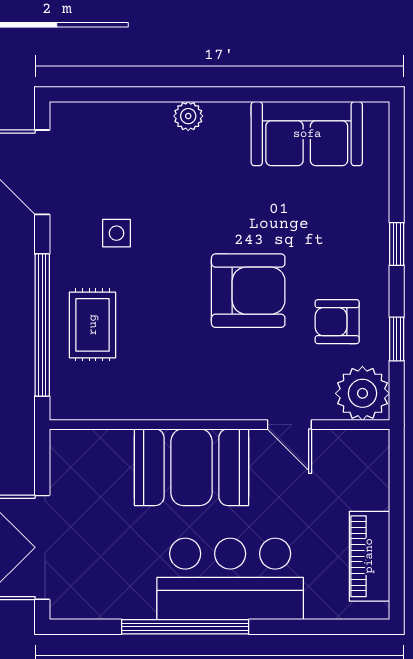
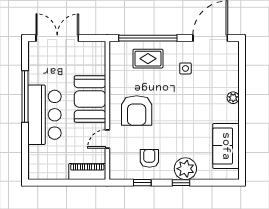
armchair: (248, 291) -> (137, 111), moved
plant: (362, 393) -> (185, 169), moved
piano: (369, 556) -> (87, 172), moved

